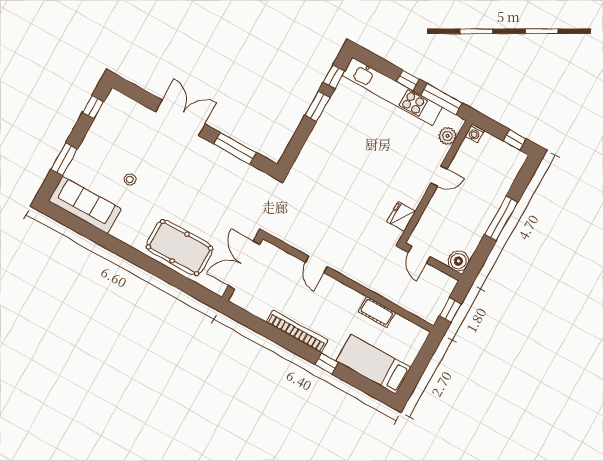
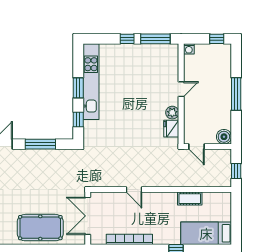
window: (334, 77) -> (78, 119), moved
kitchen unit: (392, 91) -> (91, 82), moved, turned -90
plant: (447, 136) -> (172, 113), moved
bookcase: (297, 331) -> (129, 239), moved

